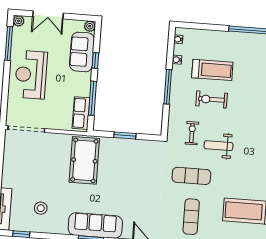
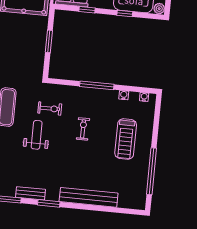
treadmill: (212, 70) -> (126, 139), moved
window: (92, 98) -> (87, 10), width x0.46
exercise bike: (212, 99) -> (83, 129), width x0.73, depth x0.72

